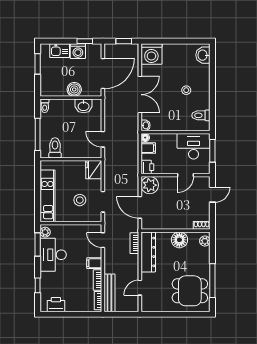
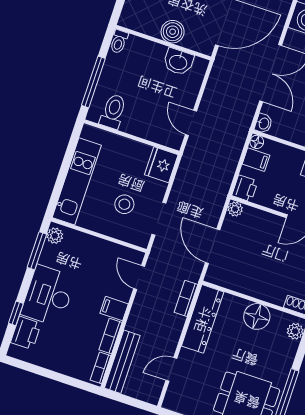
plant: (150, 185) -> (235, 209), width x0.53, depth x0.53
desk: (53, 255) -> (48, 296), moved
printer: (56, 305) -> (26, 333), moved, turned 90

